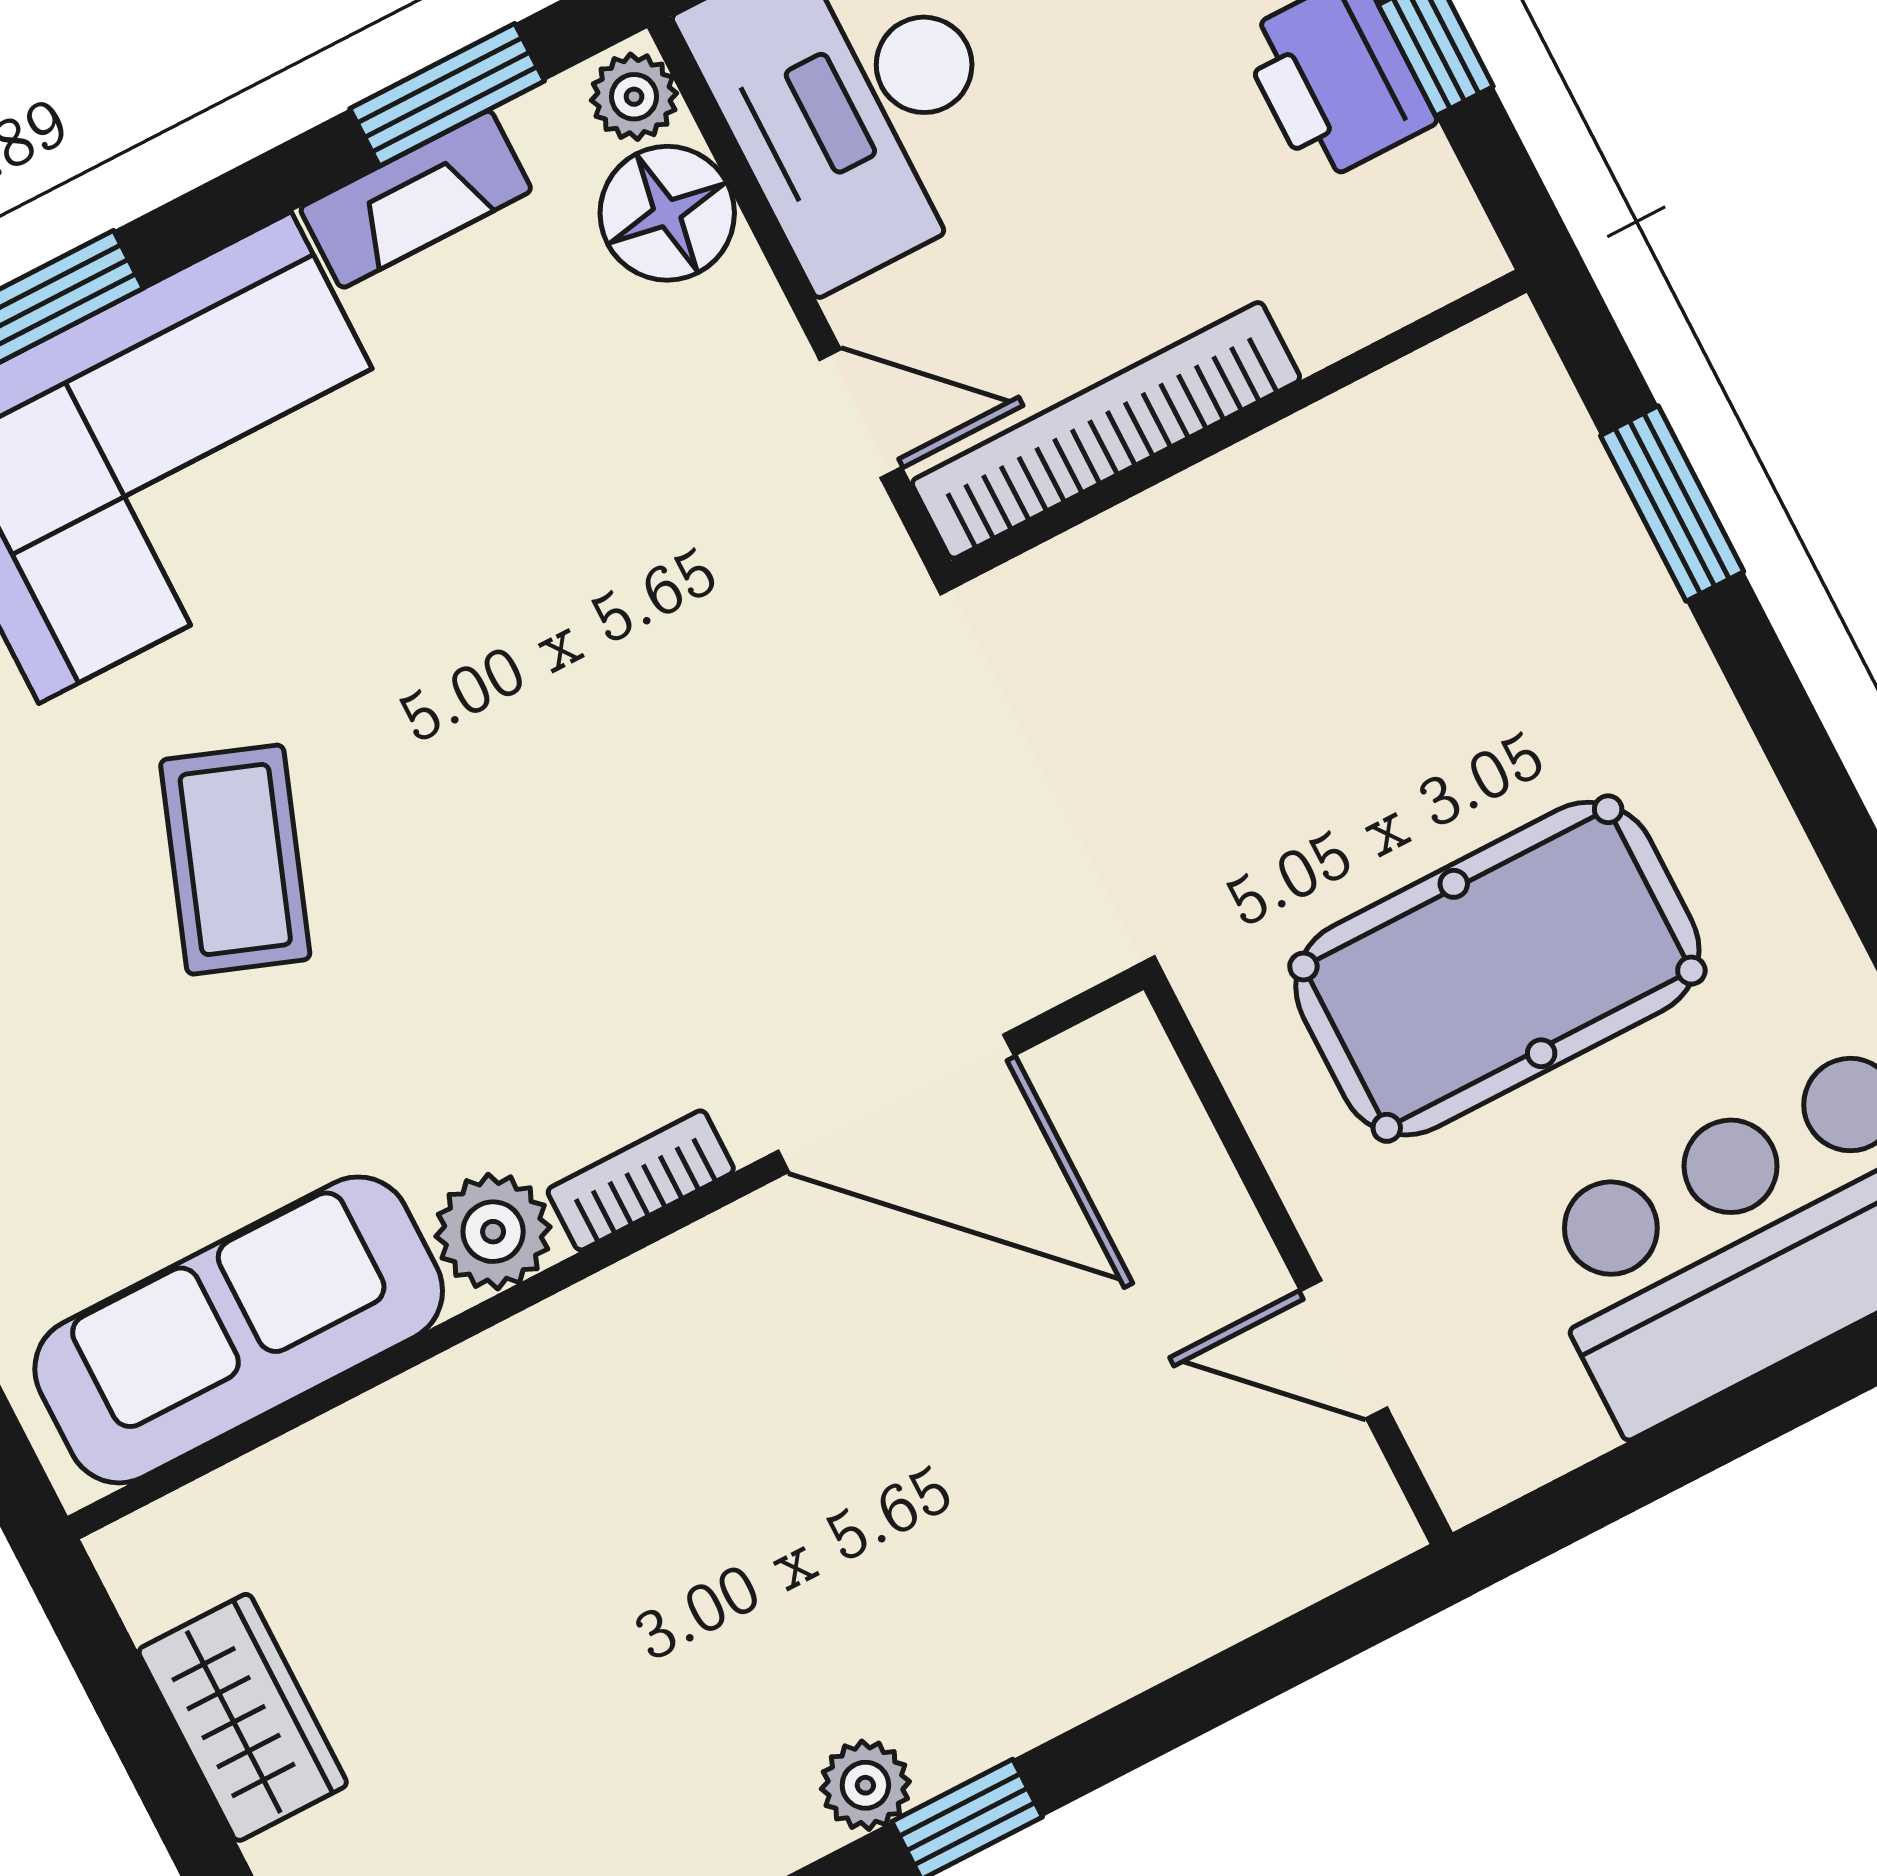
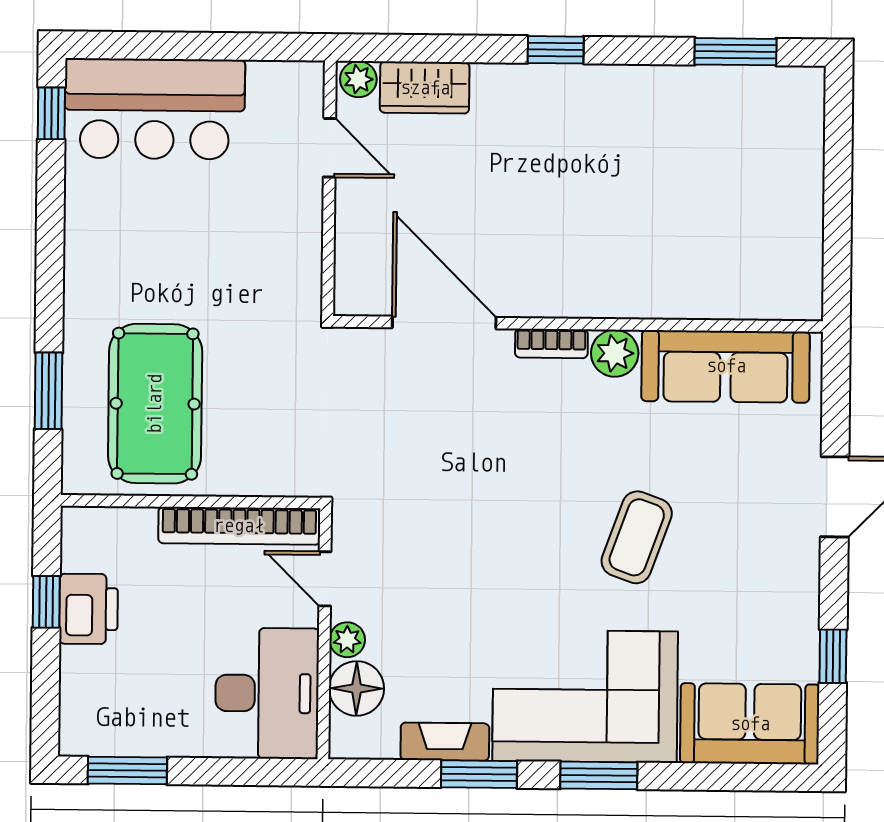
window: (447, 95) -> (479, 774), moved
plant: (634, 97) -> (347, 640), moved
pool table: (1497, 969) -> (155, 404), moved, turned 90
wardrobe: (243, 1717) -> (425, 88), moved, turned -90
plant: (865, 1785) -> (358, 79), moved

